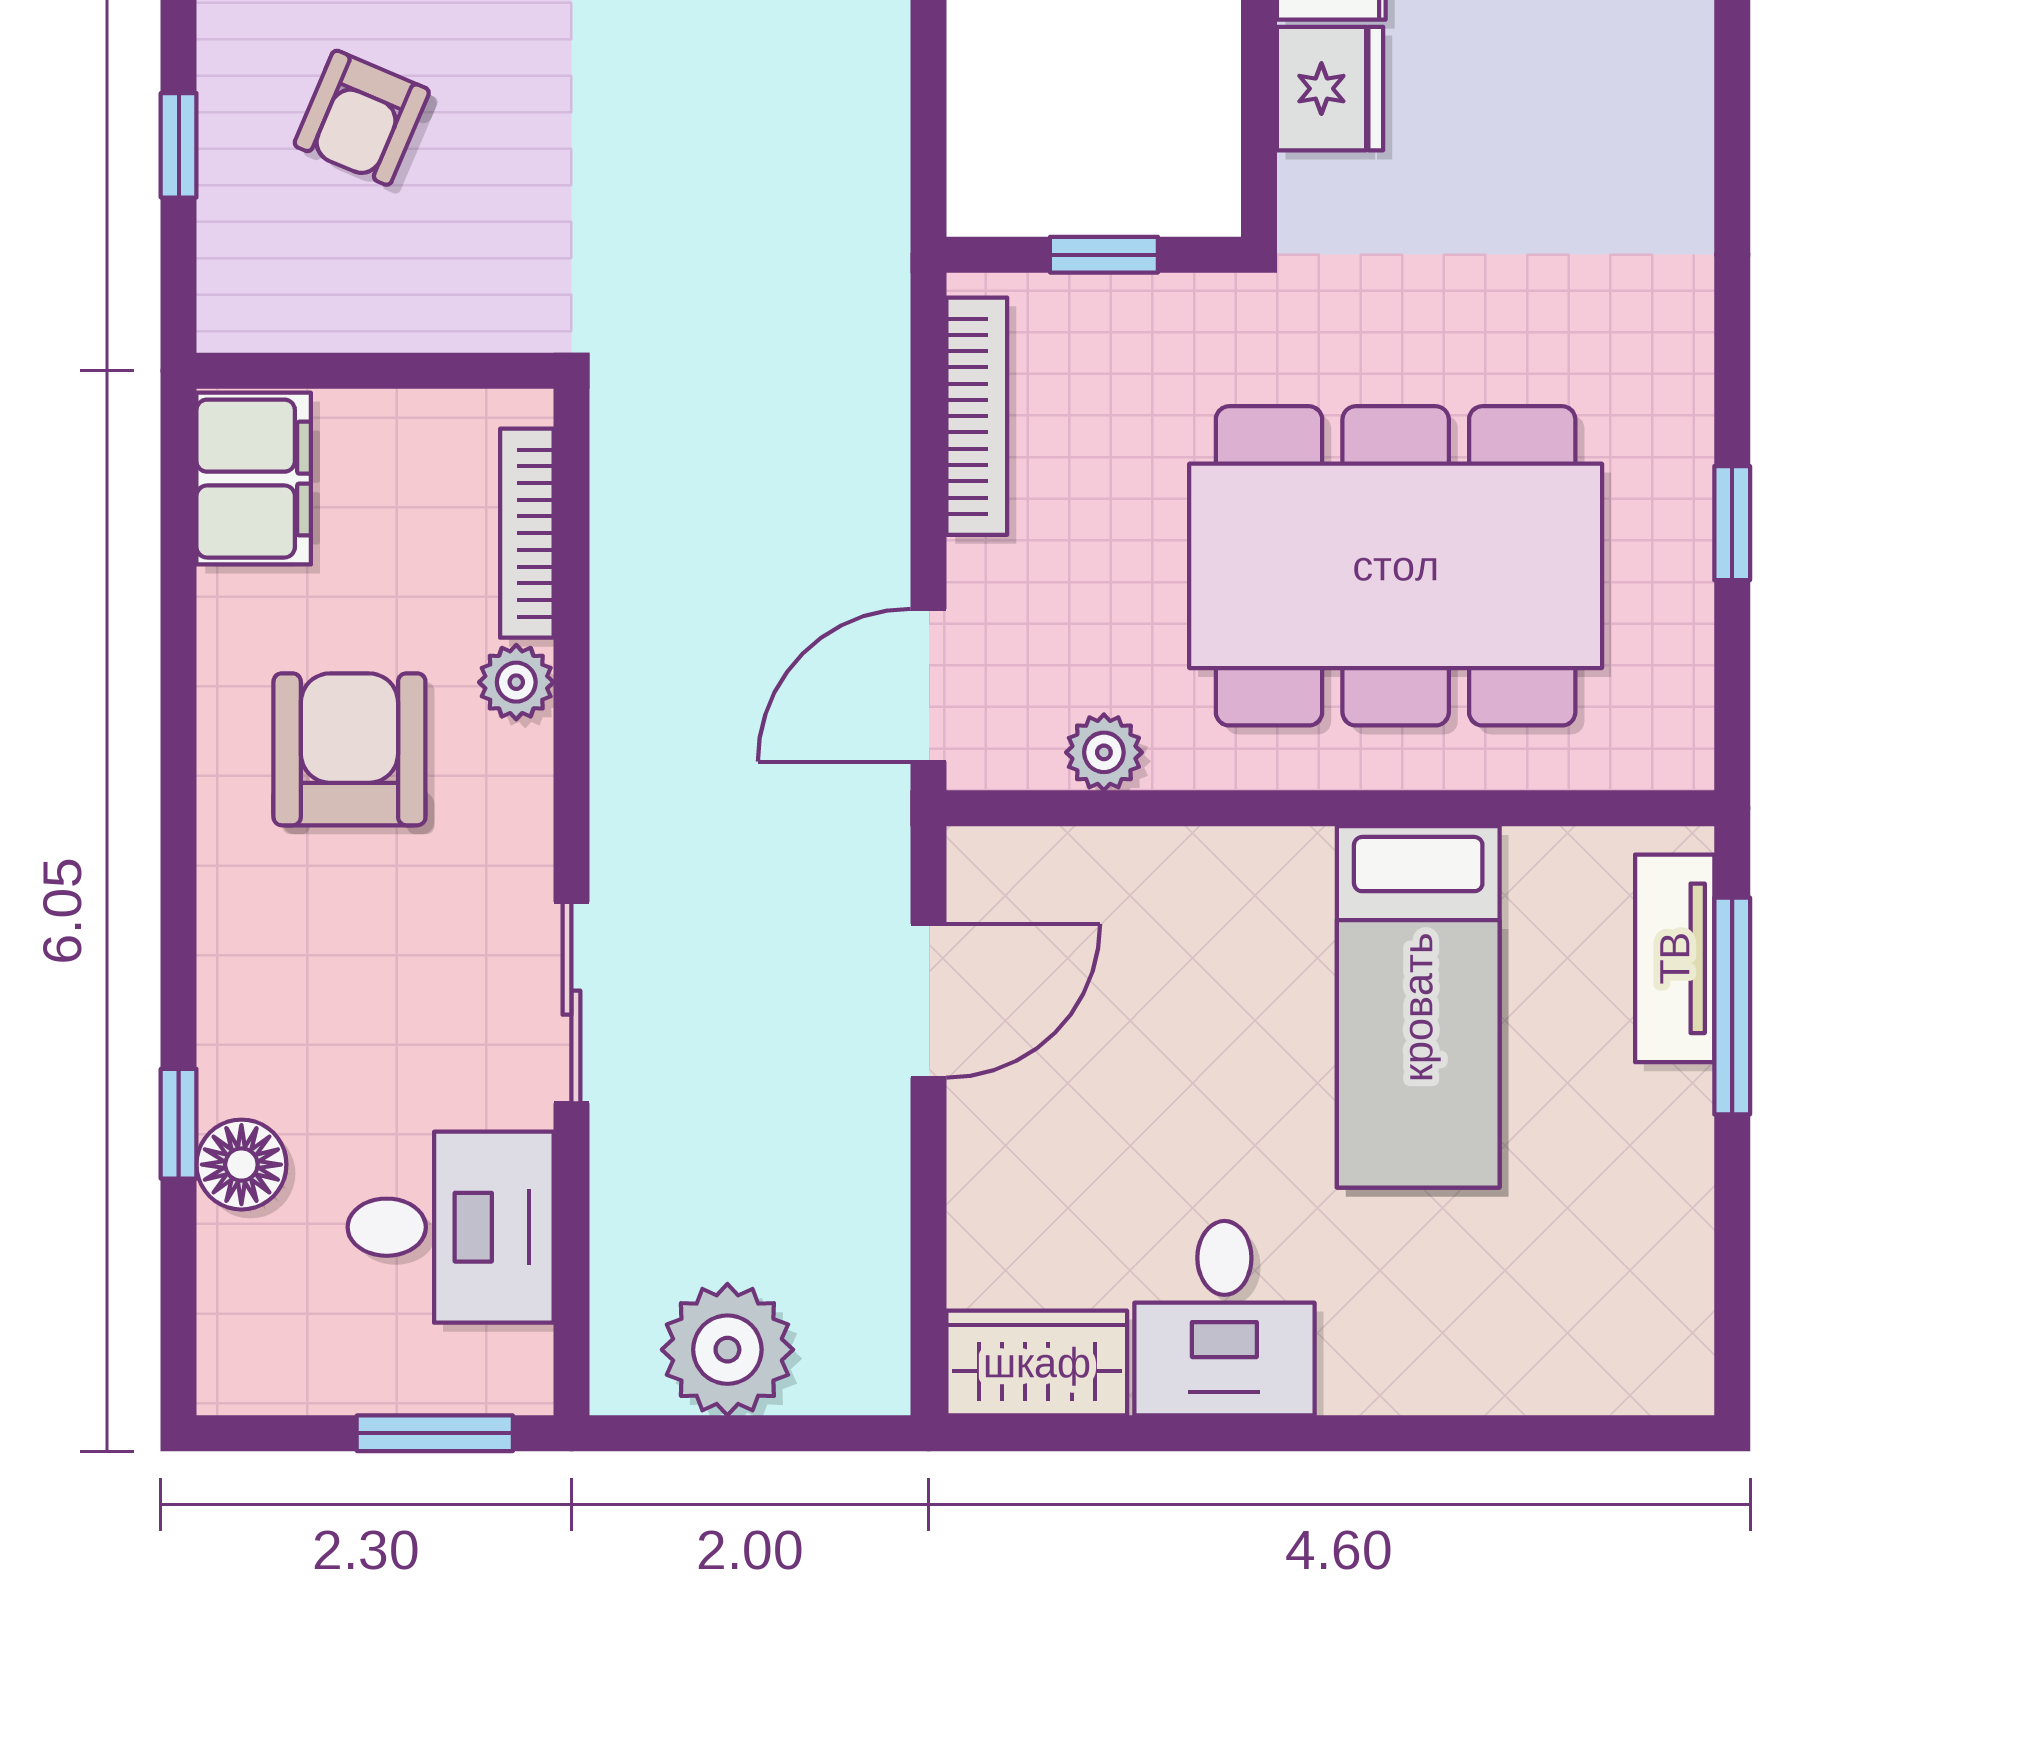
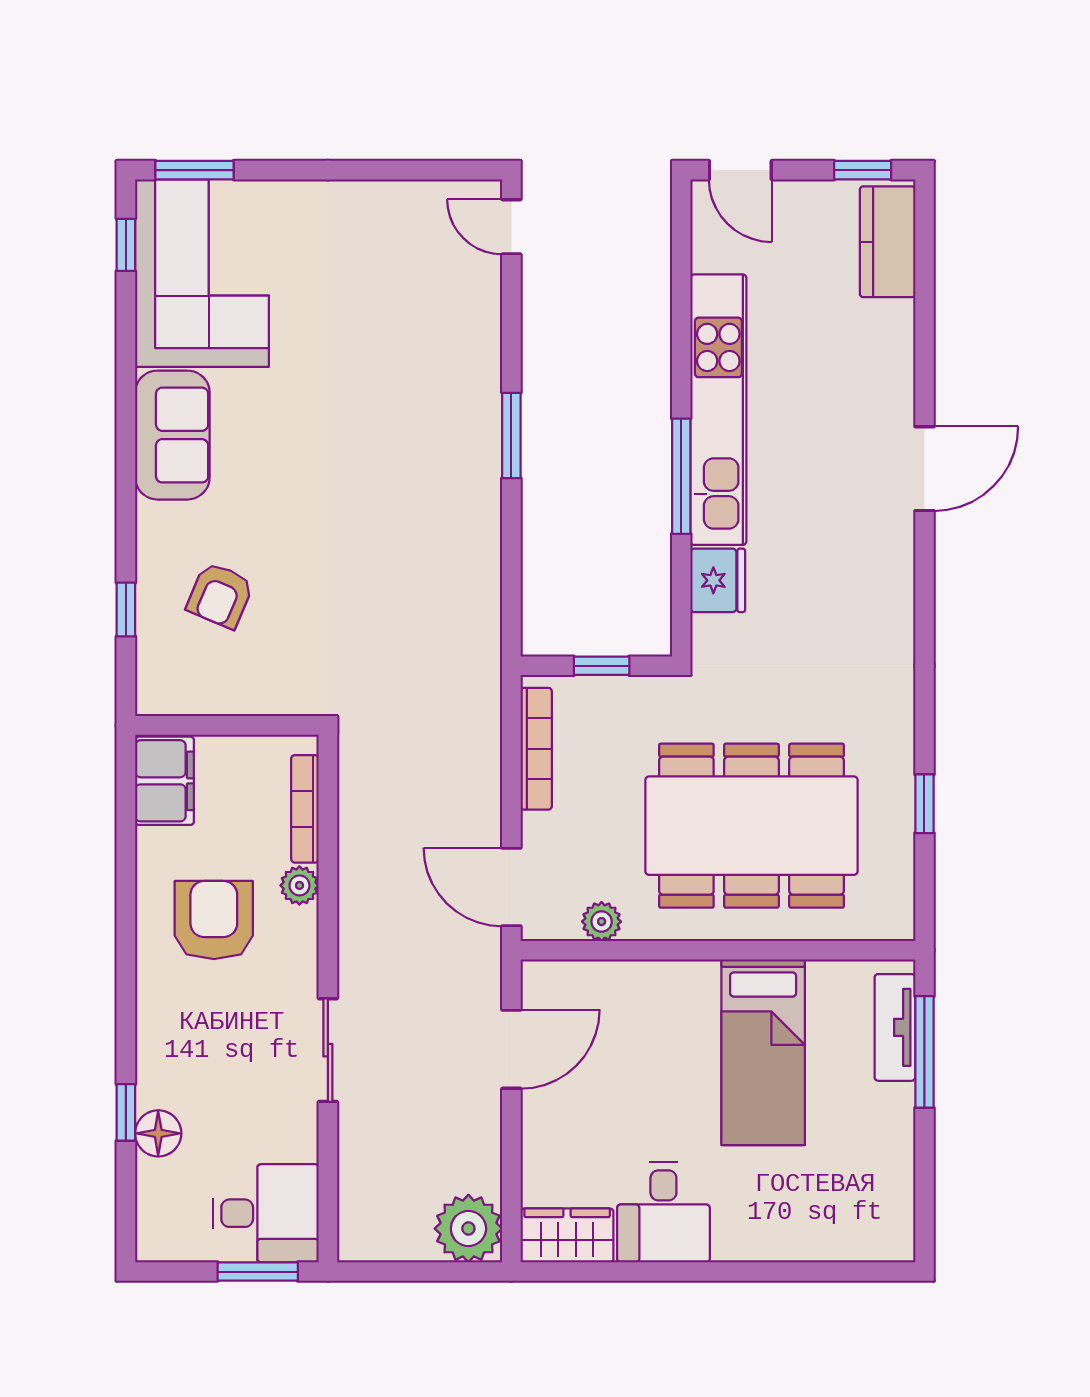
door: (929, 685) -> (511, 887), hinge flipped
desk: (451, 1227) -> (266, 1213), moved
plant: (727, 1350) -> (468, 1229), moved

